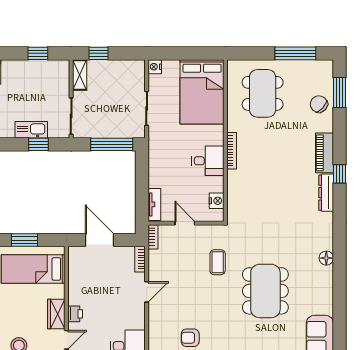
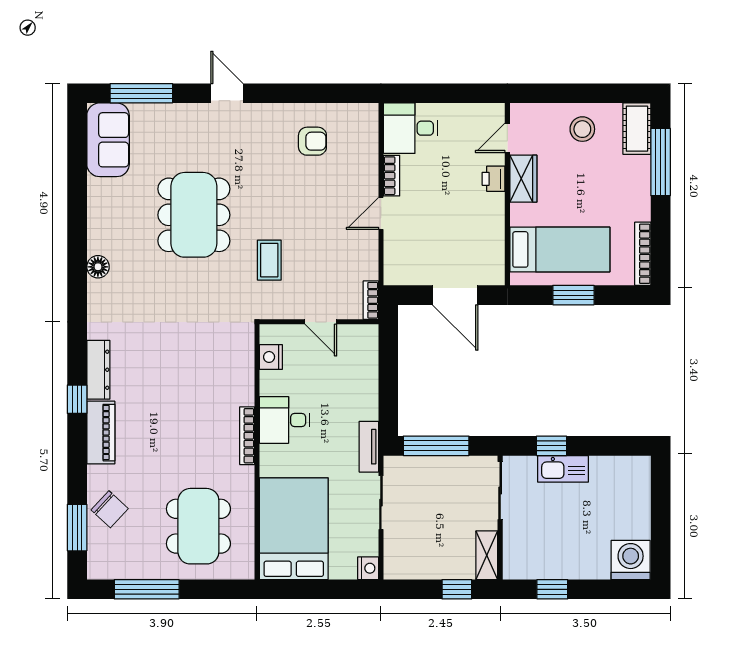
tv unit: (154, 204) -> (369, 447), moved
bookcase: (140, 259) -> (392, 176), moved

